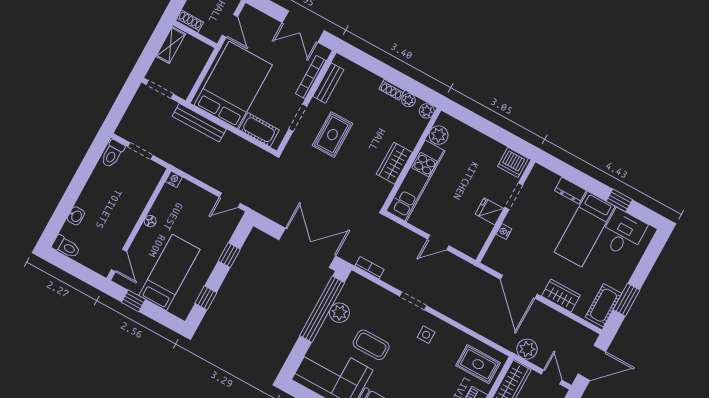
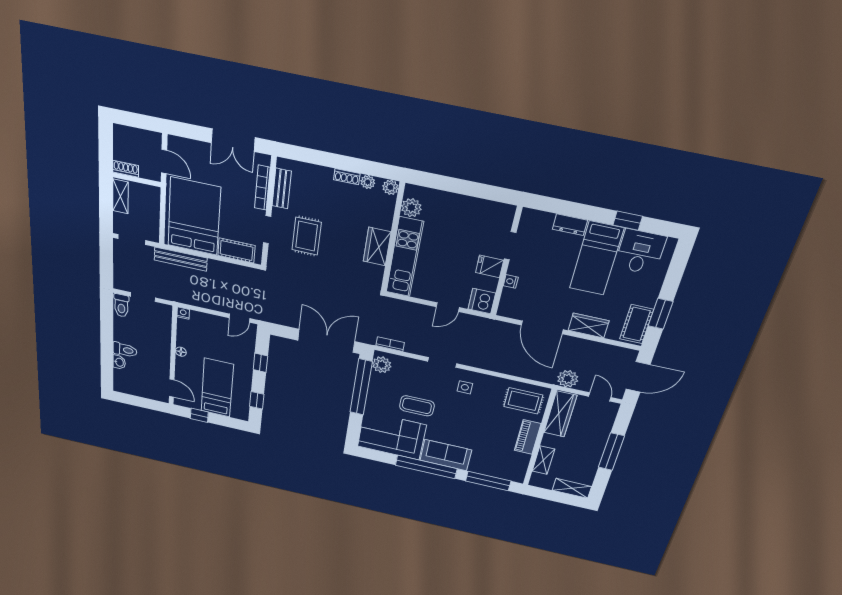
dishwasher: (513, 162) -> (482, 301), moved, turned 90
toilet: (66, 247) -> (125, 350), moved
plant: (339, 313) -> (382, 365), moved

